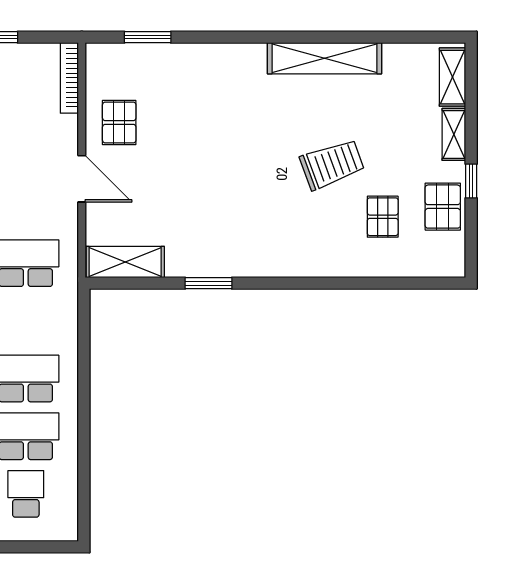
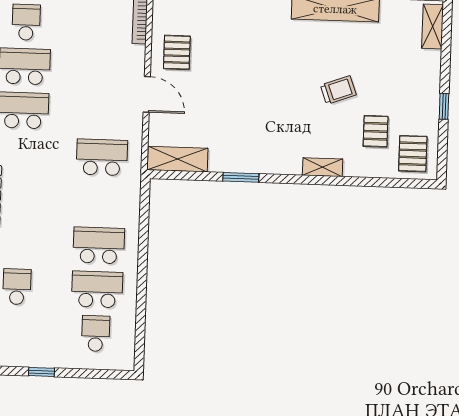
shelving: (454, 134) -> (323, 167), moved, turned 90
trolley: (332, 164) -> (338, 90), width x0.73, depth x0.72
pallet: (443, 207) -> (413, 154), moved

